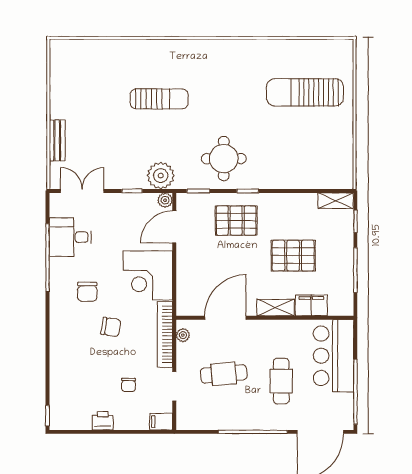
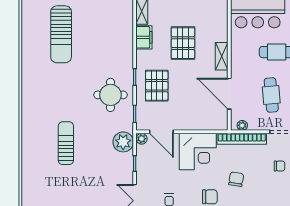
filing cabinet: (311, 305) -> (144, 37), moved, turned 180

